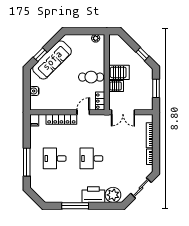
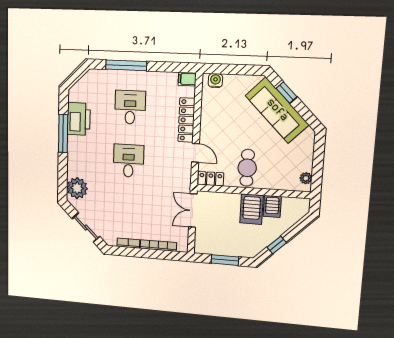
server rack: (116, 86) -> (272, 206), moved
water cooler: (34, 91) -> (215, 81), moved
printer: (93, 195) -> (79, 119), moved

